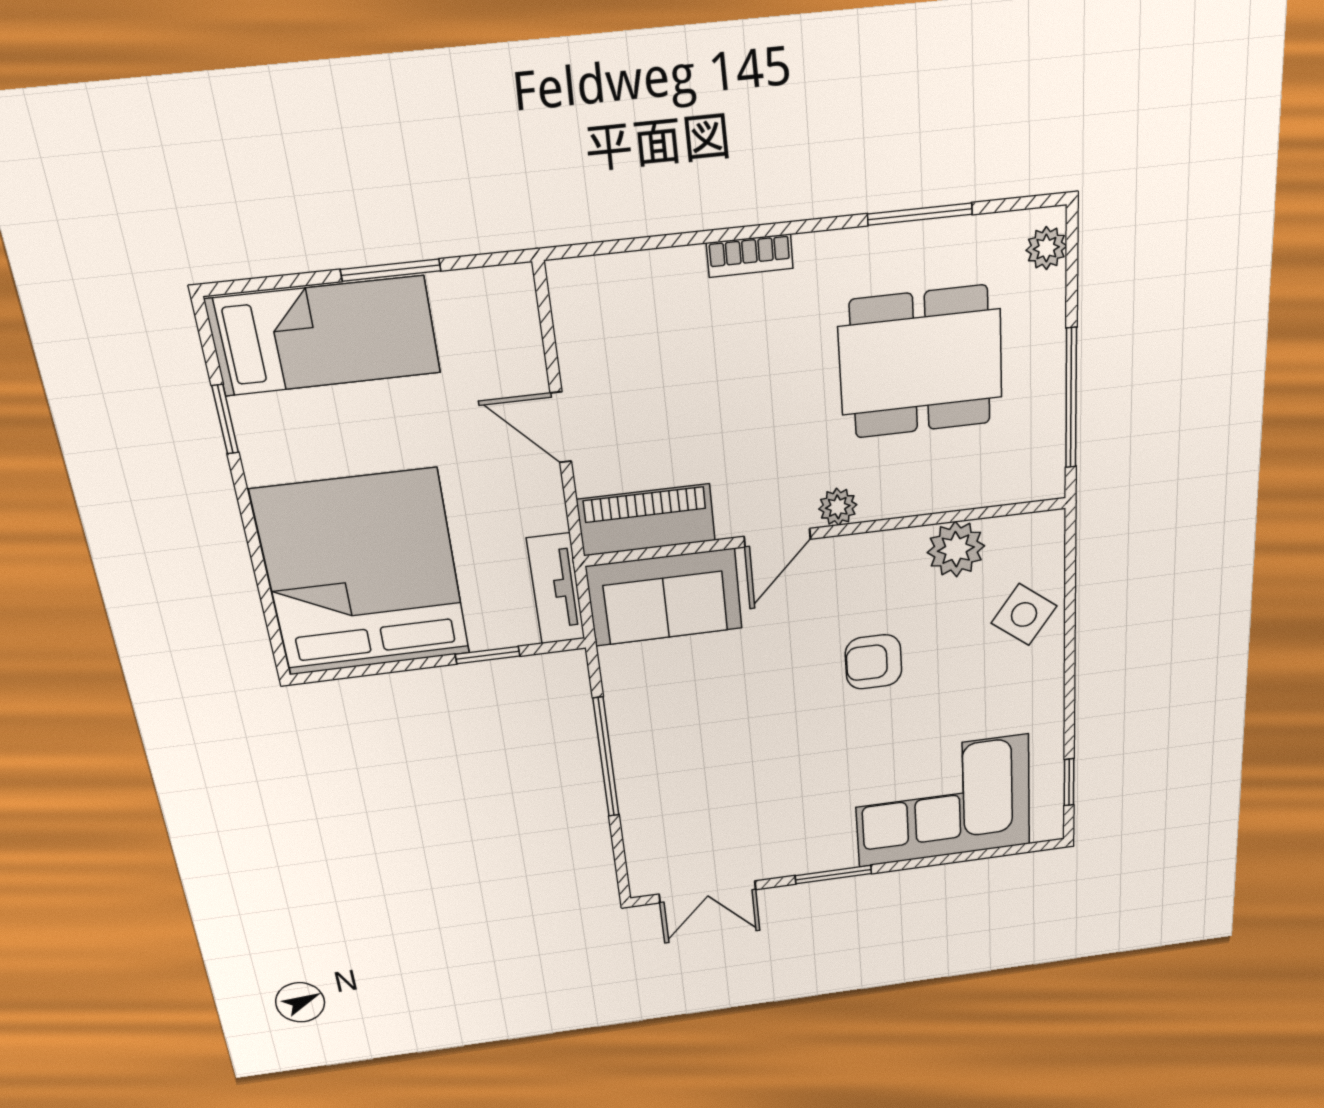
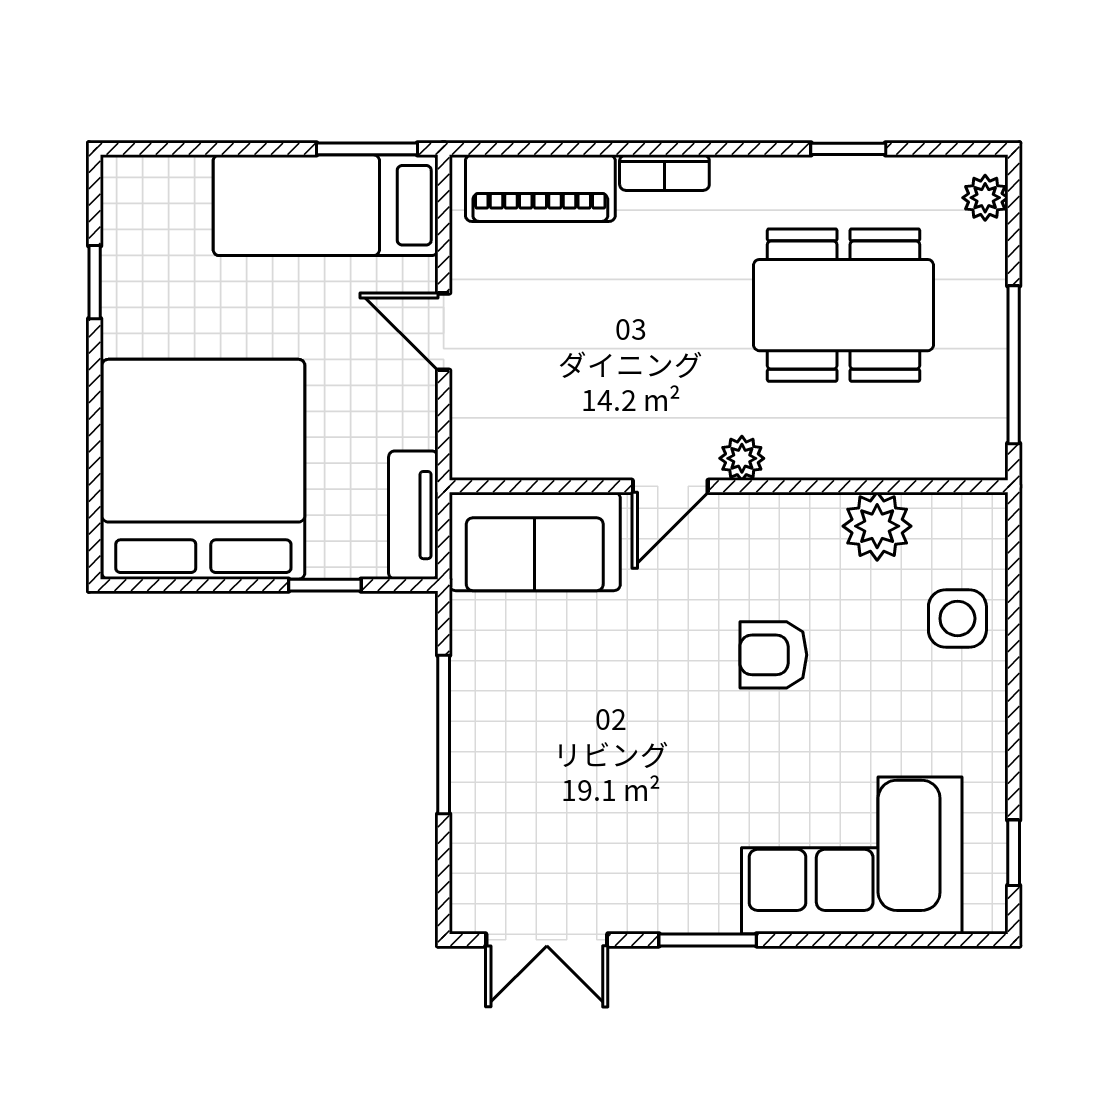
window: (920, 214) -> (848, 149), width x0.67
window: (391, 270) -> (367, 149), moved
bed: (324, 336) -> (326, 205), moved, turned 180
piano: (646, 520) -> (540, 188), moved, turned 180
side table: (1024, 615) -> (957, 618), turned -37

